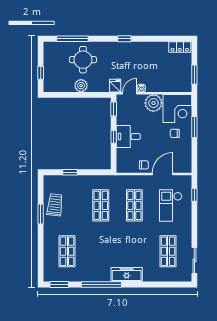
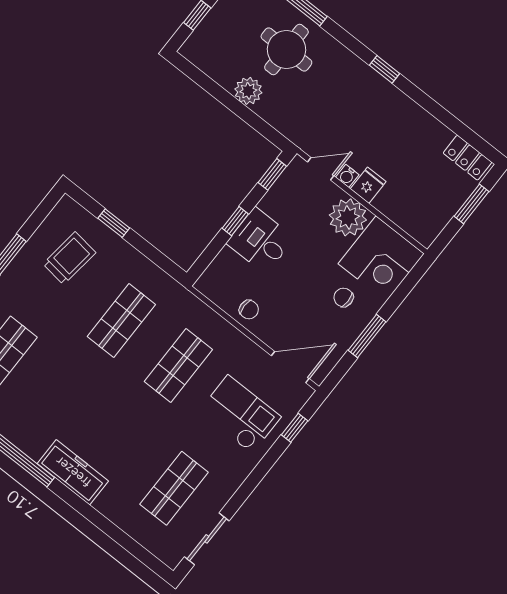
window: (194, 75) -> (471, 204), moved
fridge: (115, 86) -> (368, 185), moved
window: (194, 127) -> (367, 336), moved
door: (163, 174) -> (290, 367), moved
trolley: (55, 205) -> (69, 258), moved
checkout: (171, 205) -> (240, 414), turned 90

